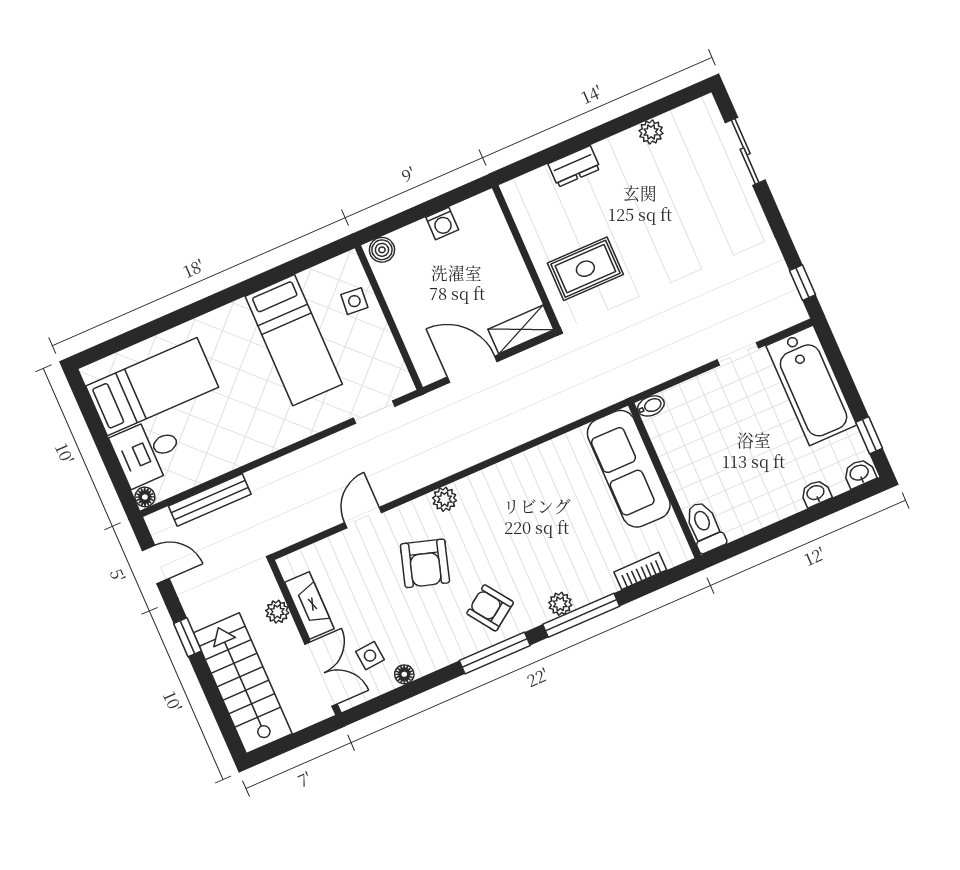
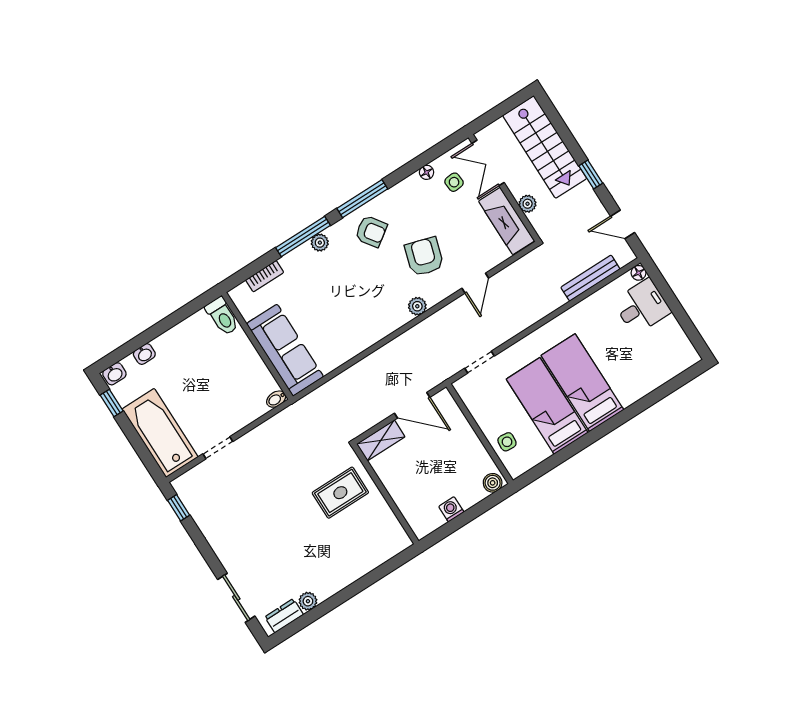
dresser: (574, 166) -> (284, 616), moved
bed: (152, 387) -> (582, 383), moved, turned 90
fireplace: (309, 605) -> (506, 221), width x1.37, depth x1.32

